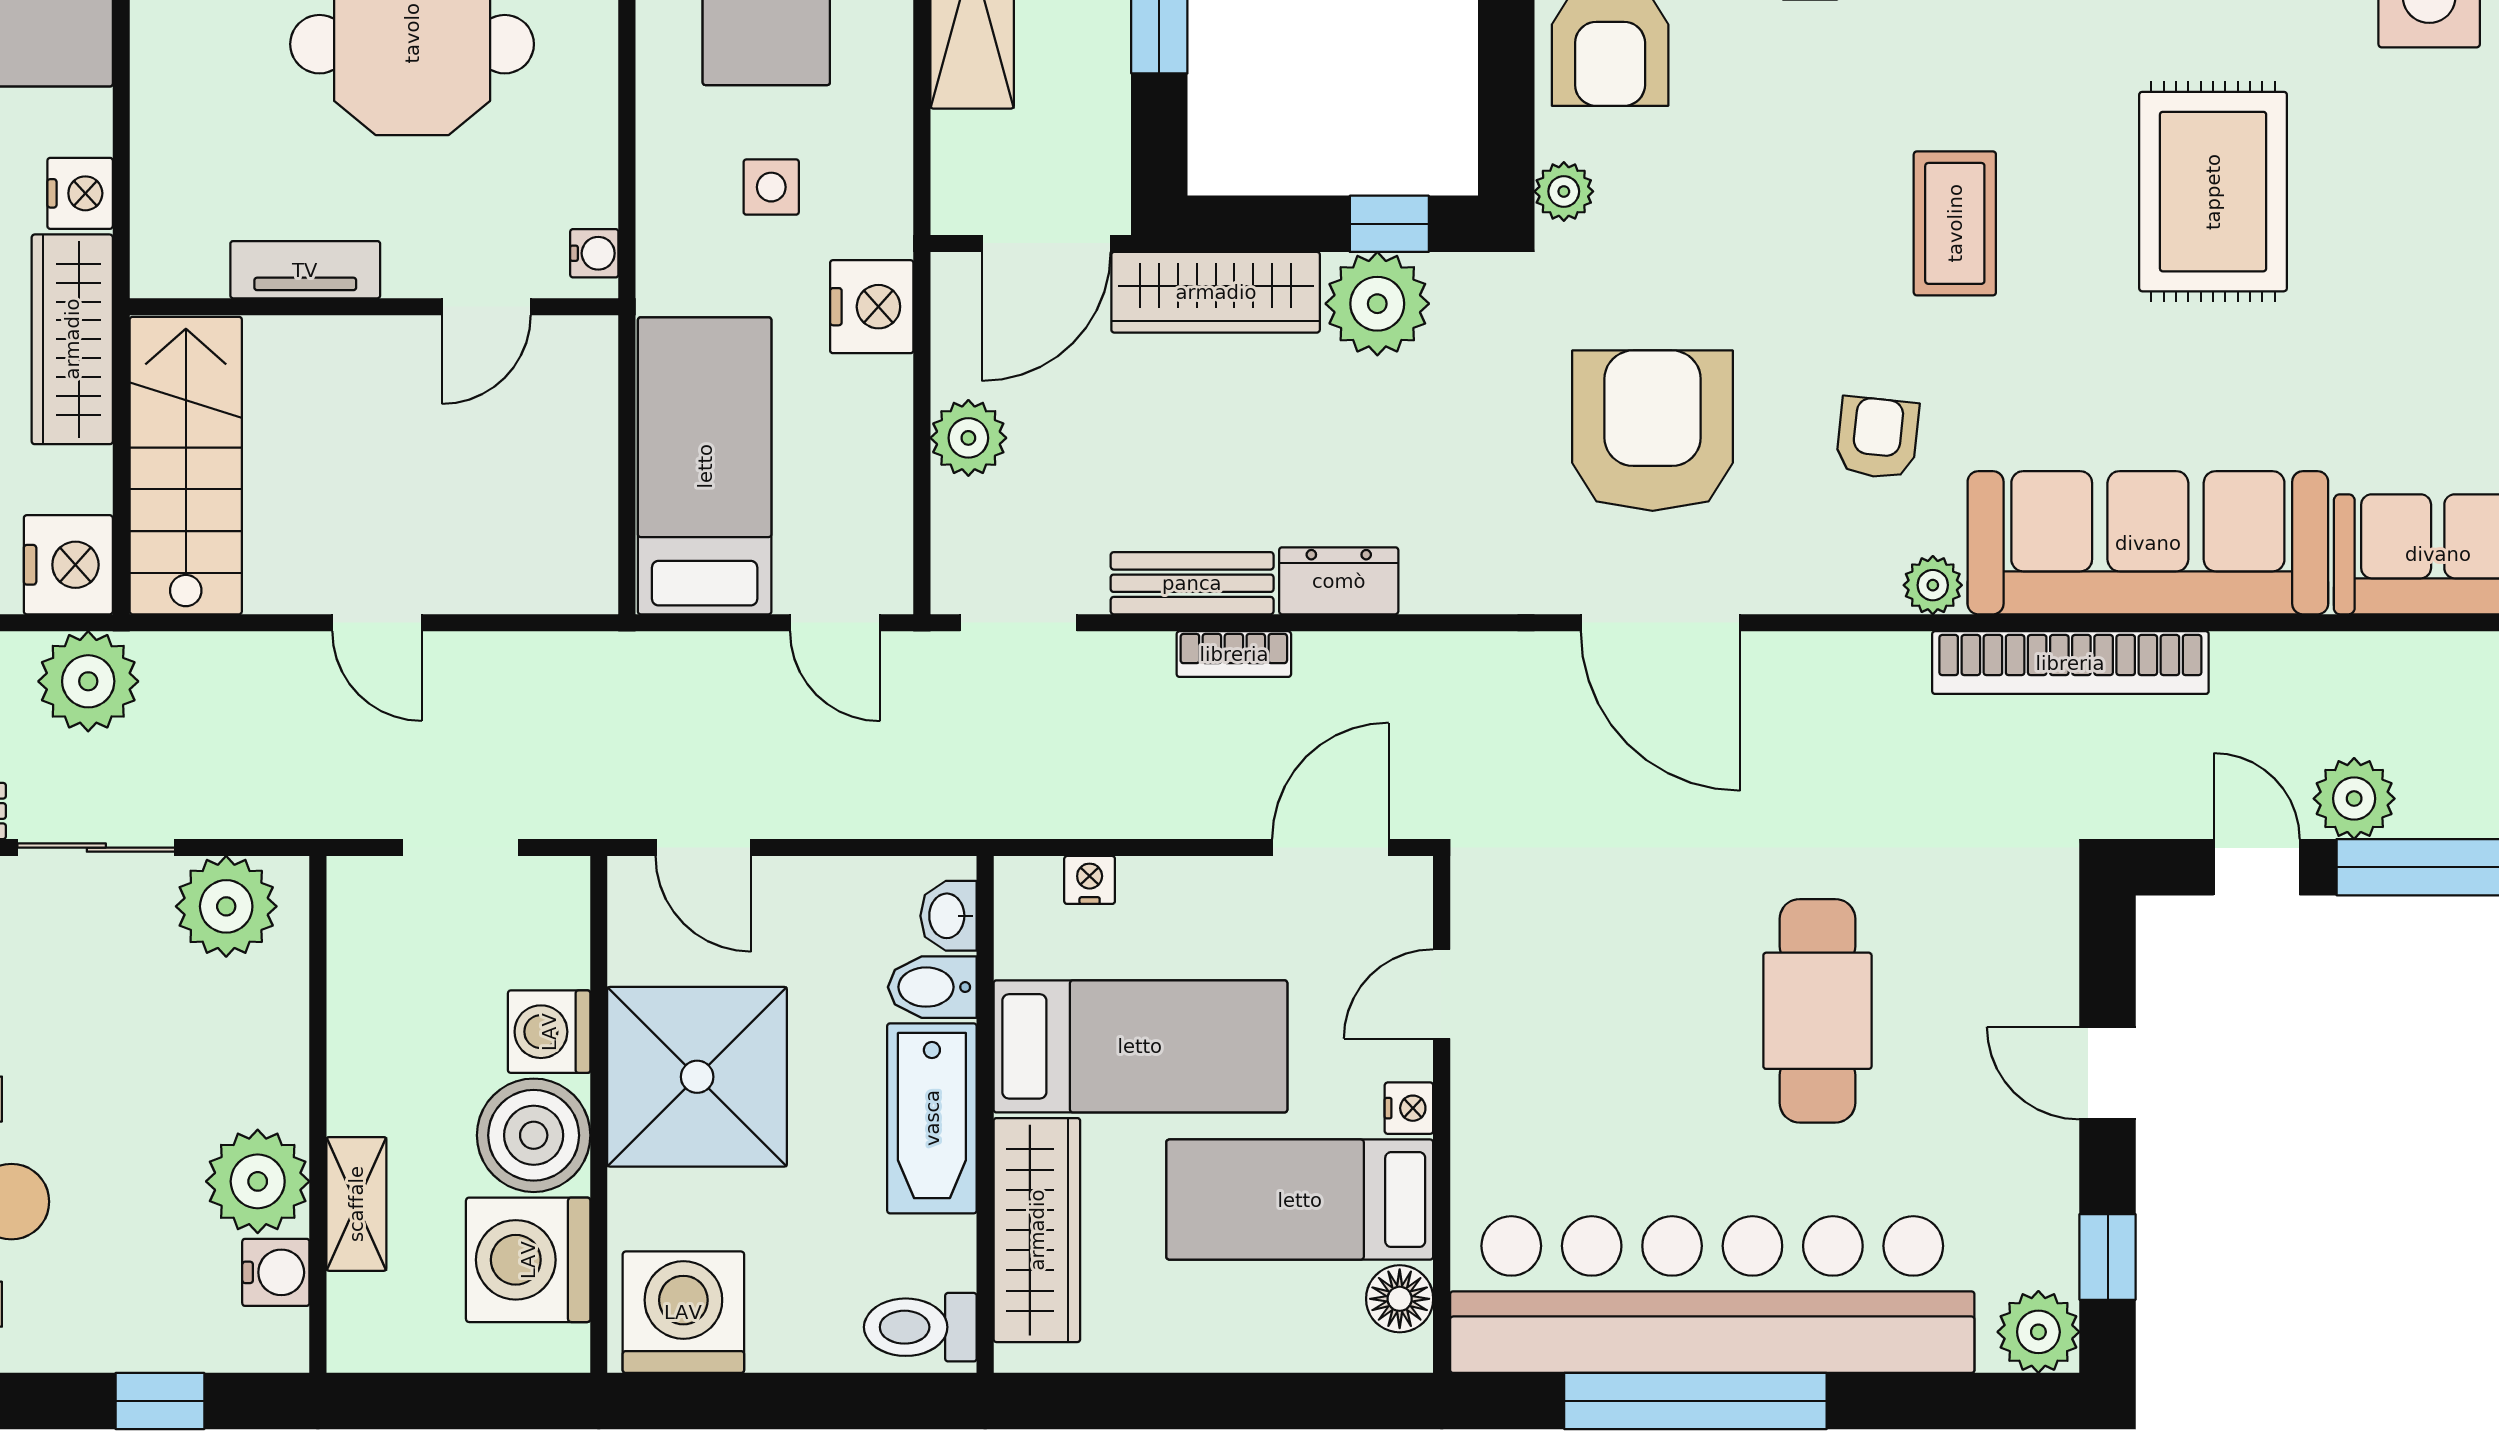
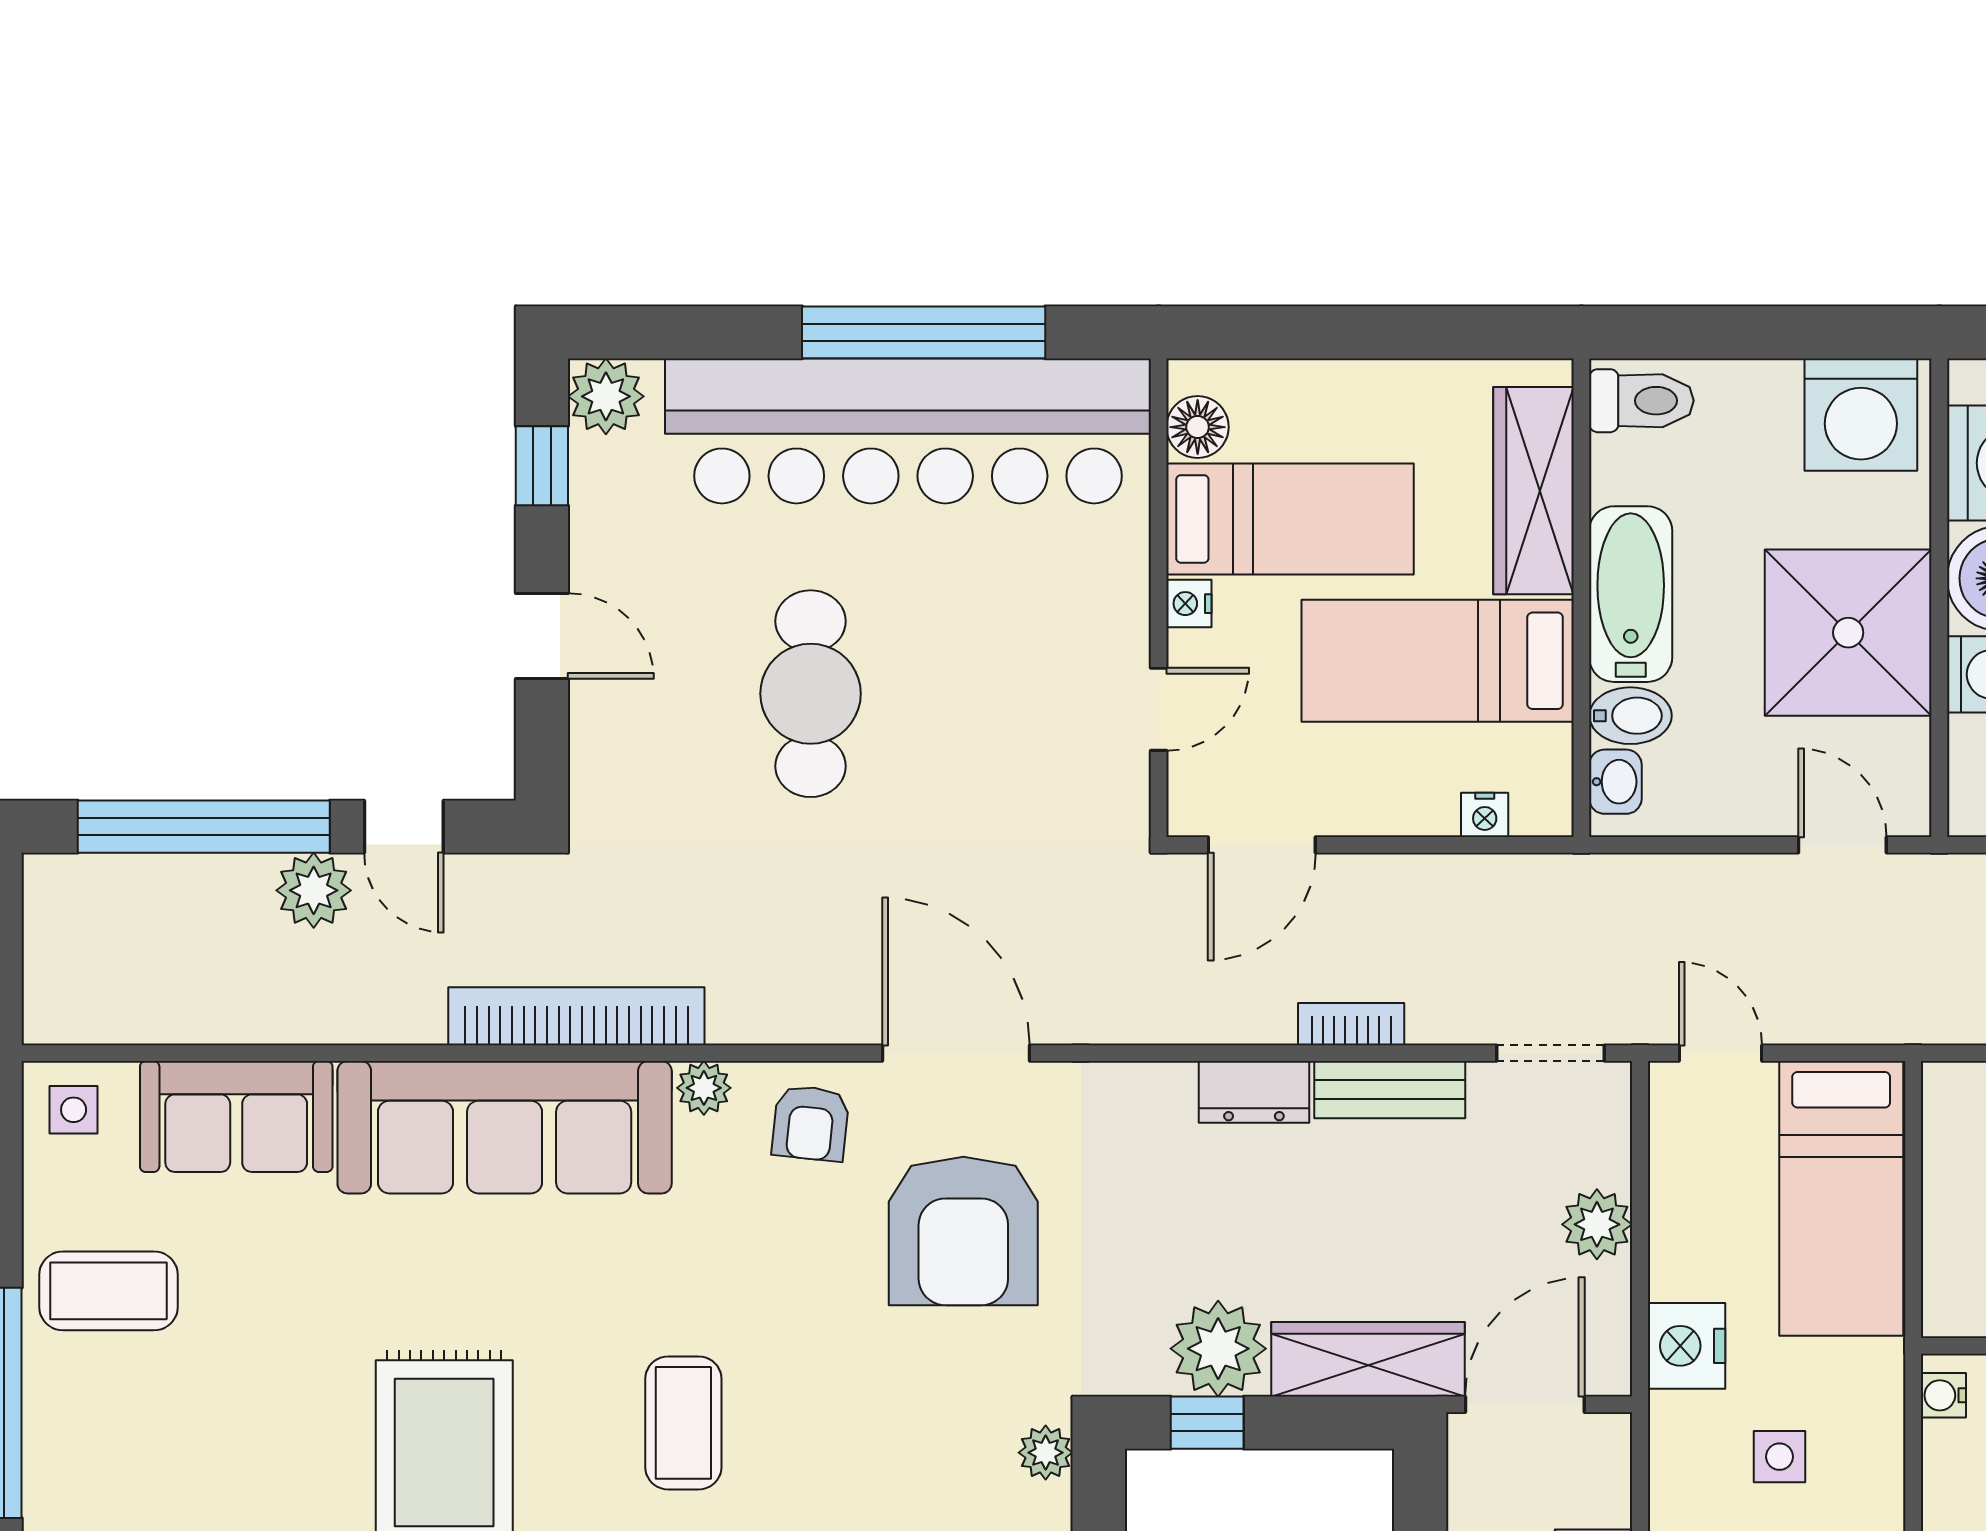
armchair: (1877, 438) -> (811, 1123), moved

